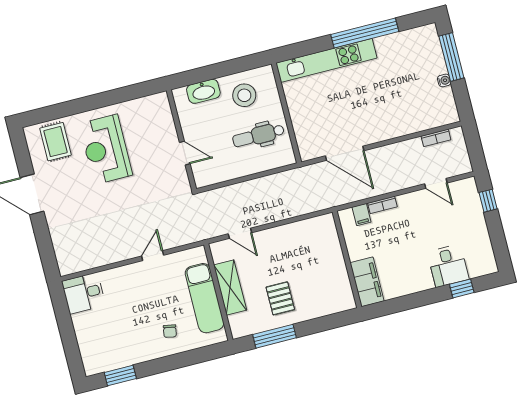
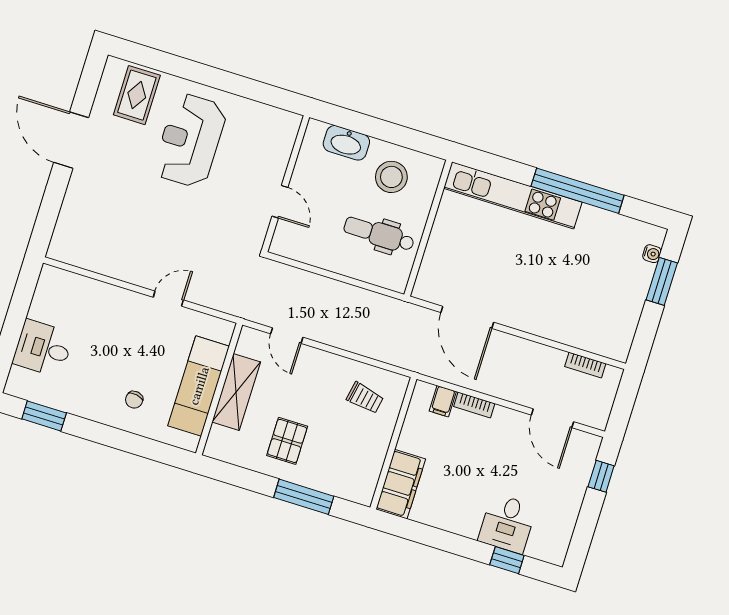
window: (451, 57) -> (662, 281), width x0.69
water cooler: (444, 80) -> (652, 254), moved
door: (436, 183) -> (553, 418), width x1.37
trolley: (312, 242) -> (365, 398), added
desk: (84, 293) -> (43, 348), moved
window: (274, 336) -> (304, 497), moved

